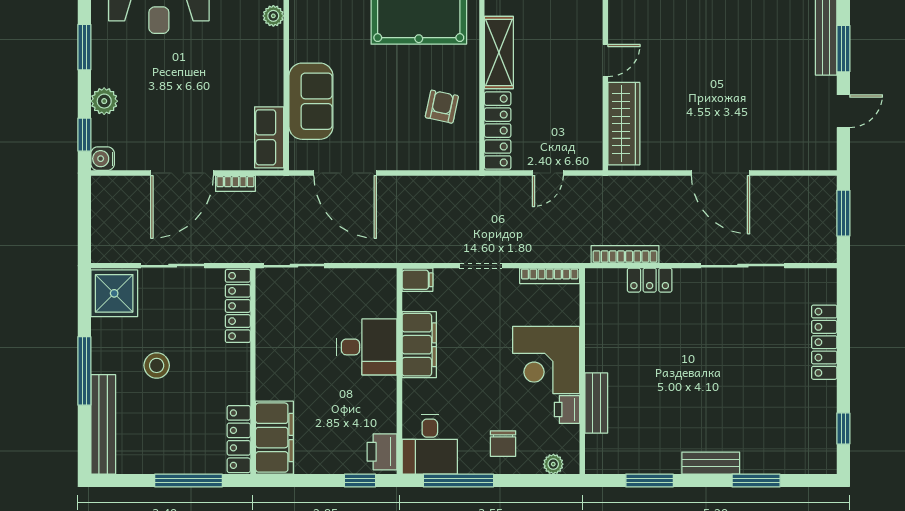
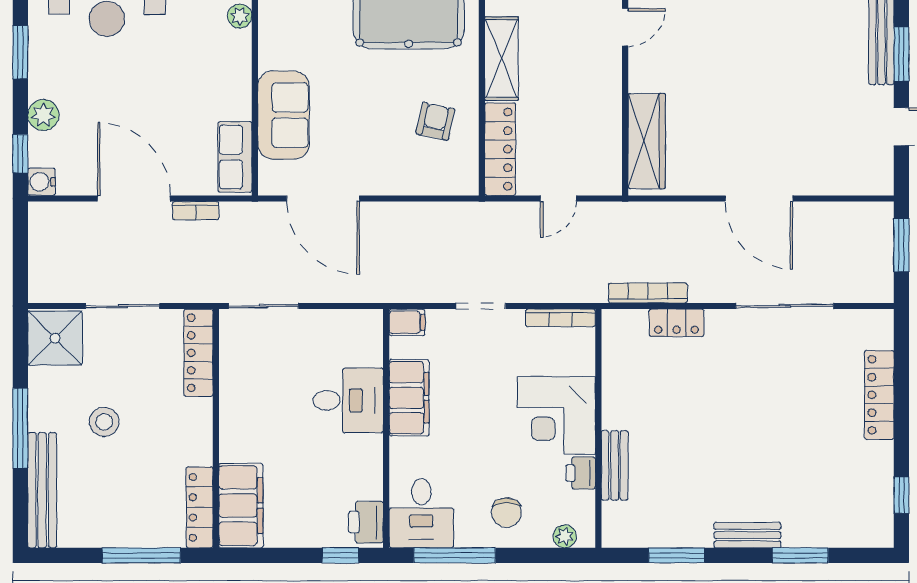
door: (605, 61) -> (625, 27), moved
door: (182, 173) -> (134, 198), swing flipped

